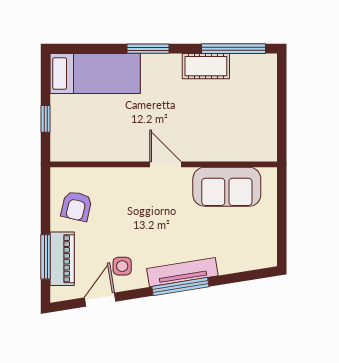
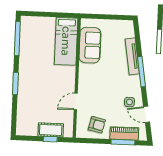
cot: (206, 66) -> (51, 130), moved, turned 90
bed: (95, 73) -> (66, 41), moved, turned 180
door: (165, 164) -> (76, 101), moved
tv unit: (182, 272) -> (132, 56), moved

